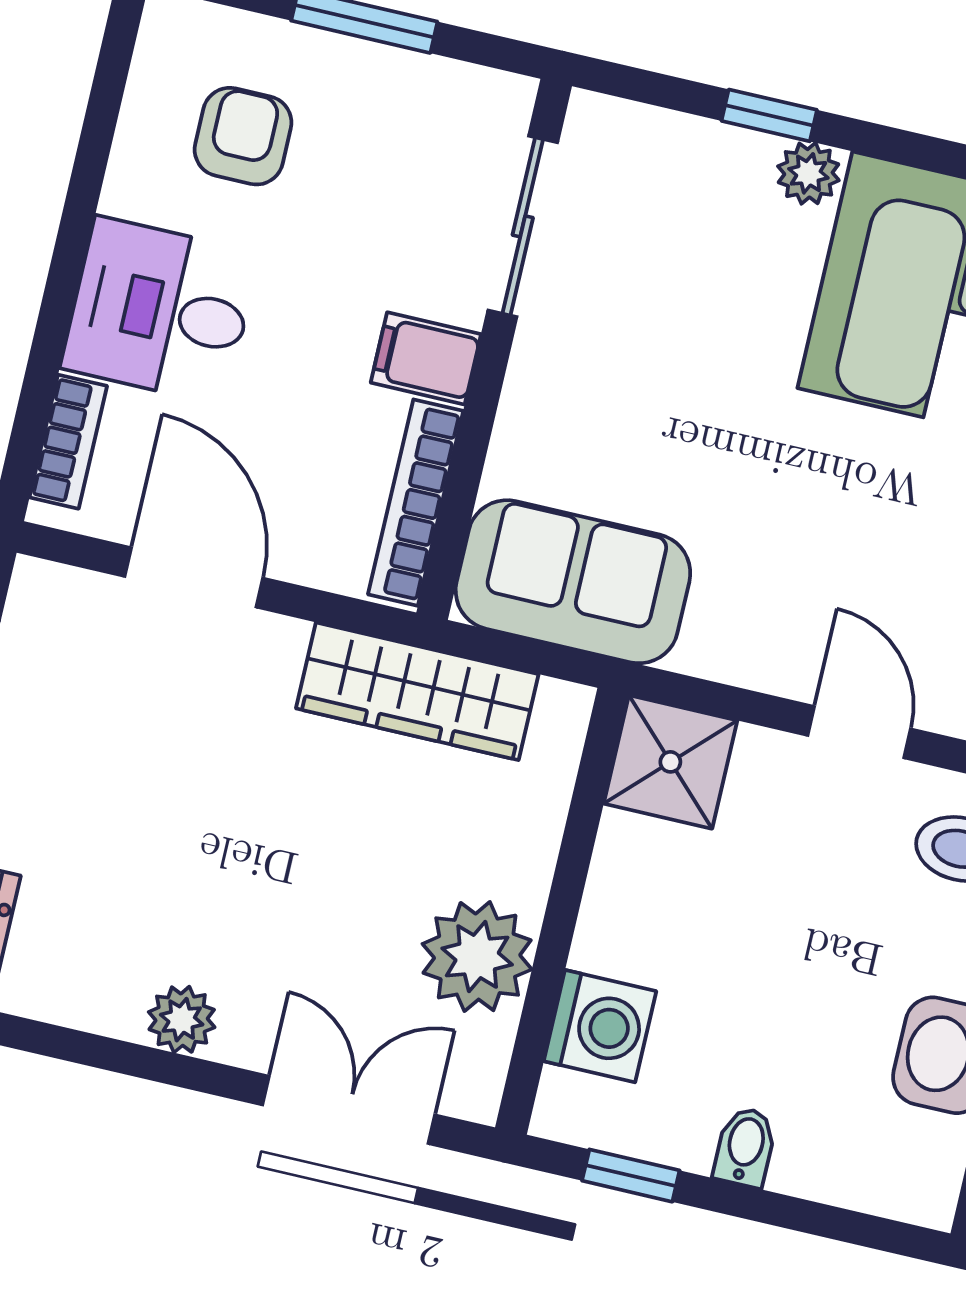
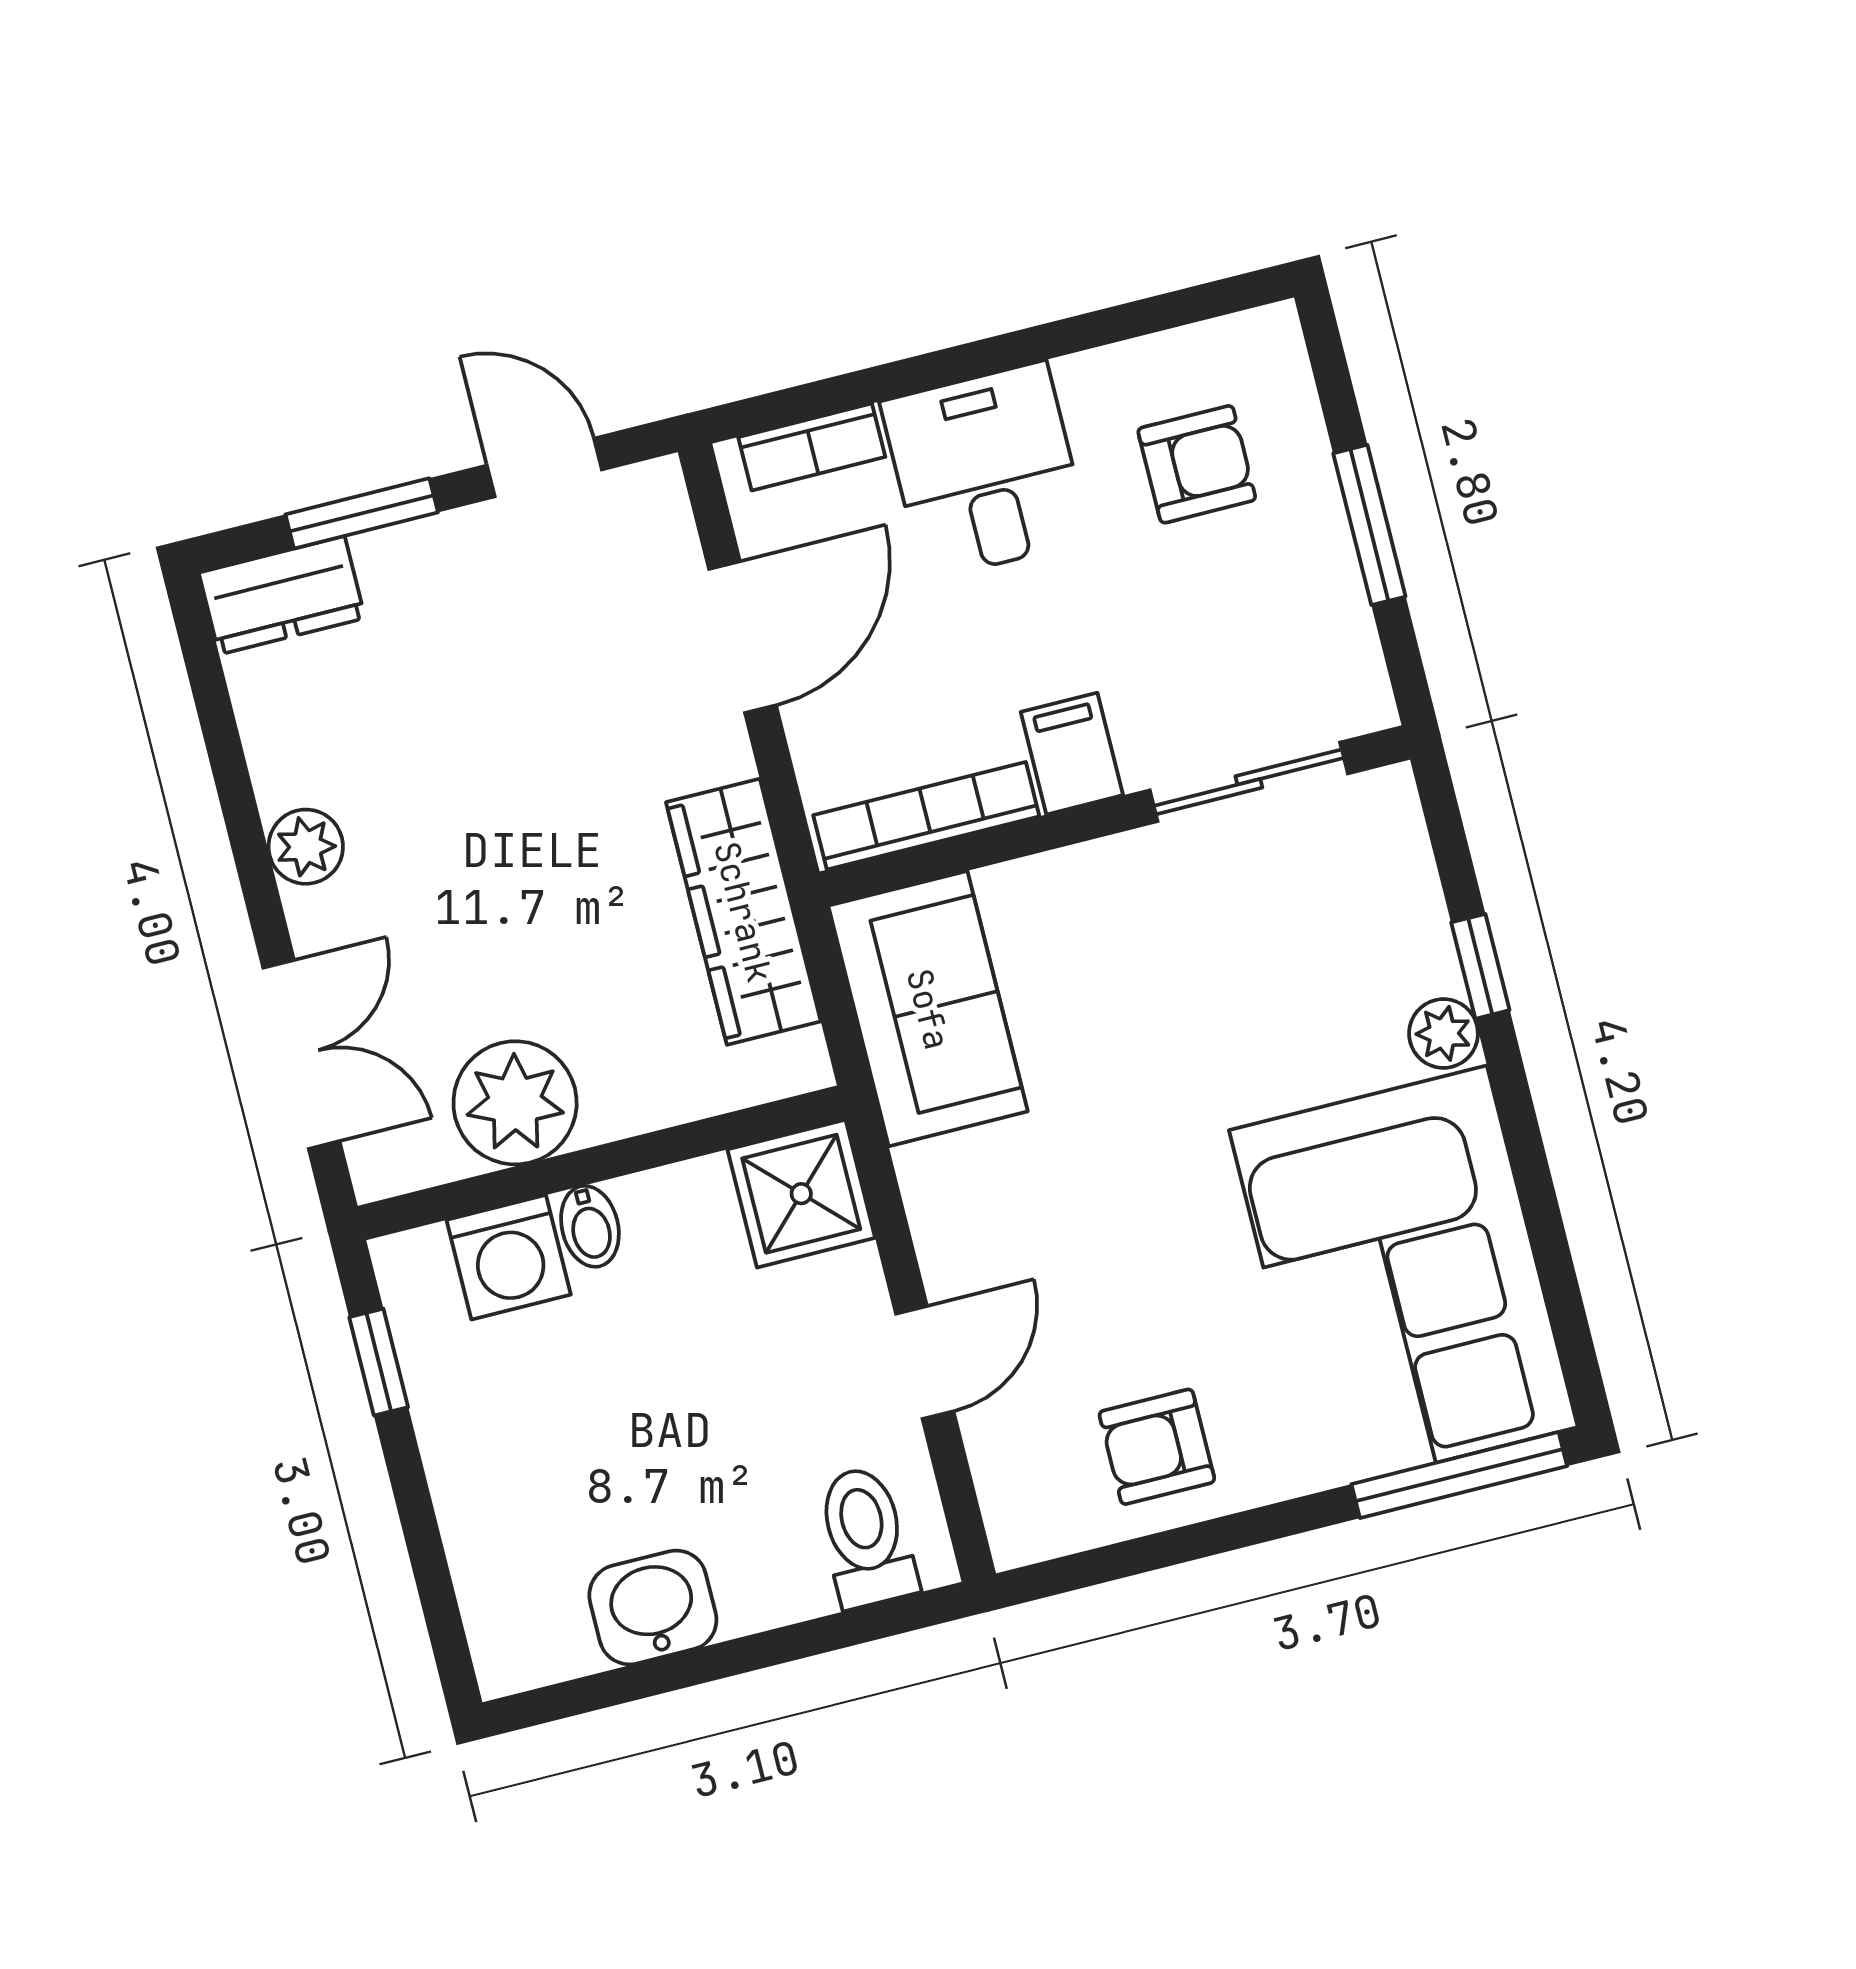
bidet: (745, 1147) -> (590, 1226), moved, turned 90

